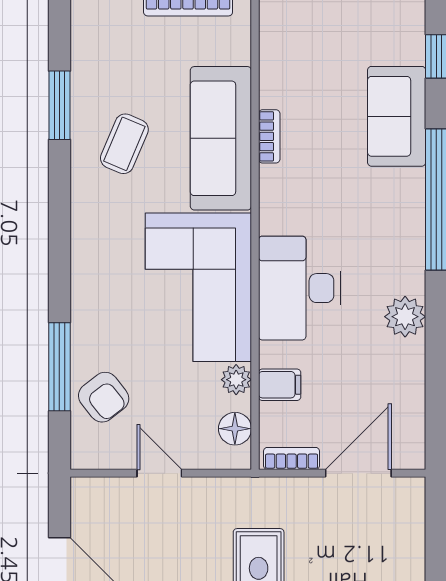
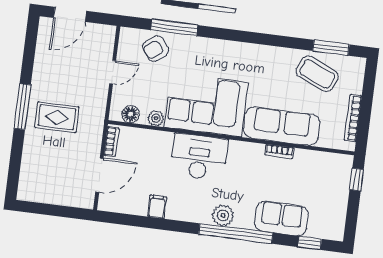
window: (59, 105) -> (331, 48), moved
coffee table: (124, 144) -> (317, 74), moved, width x1.36, depth x1.30
plant: (405, 317) -> (223, 215), moved
filing cabinet: (280, 385) -> (157, 207), moved, turned 180
door: (358, 473) -> (99, 175), hinge flipped

